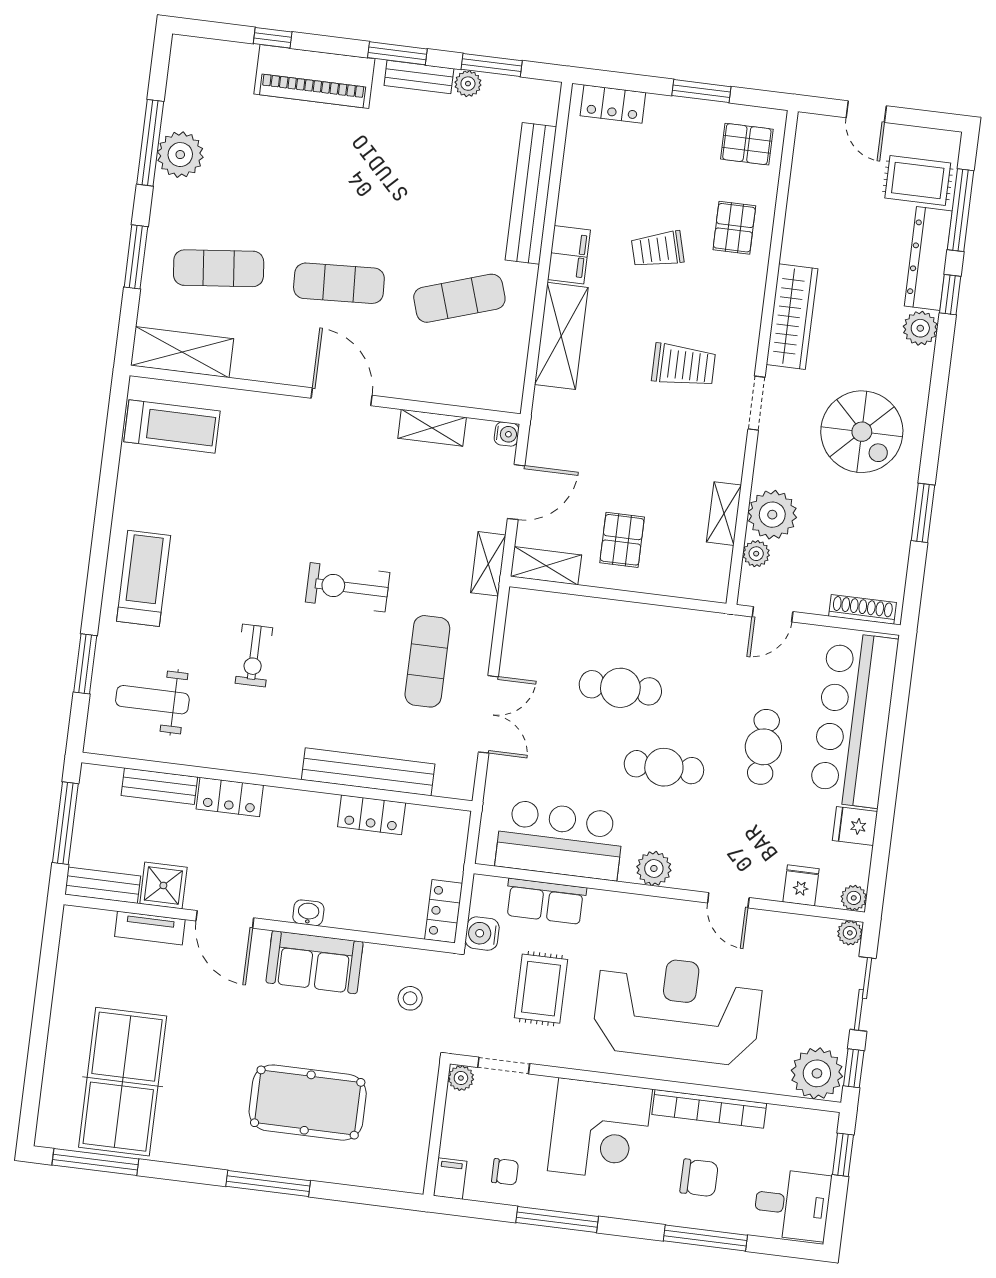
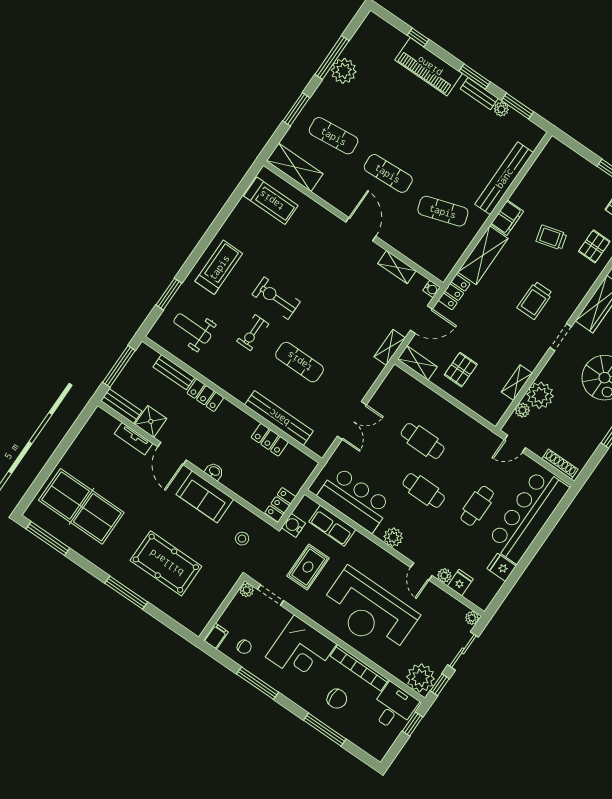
locker: (613, 104) -> (454, 292), moved, turned -90
trolley: (684, 365) -> (535, 300), turned 90
exercise bike: (348, 587) -> (276, 298), moved
exercise mat: (427, 661) -> (299, 362), moved, turned 90
plant: (854, 898) -> (444, 575), moved
reception desk: (678, 1009) -> (369, 612), turned 180
table tennis table: (123, 1082) -> (81, 506), turned 90
desk: (792, 1205) -> (394, 707), moved, turned -90

